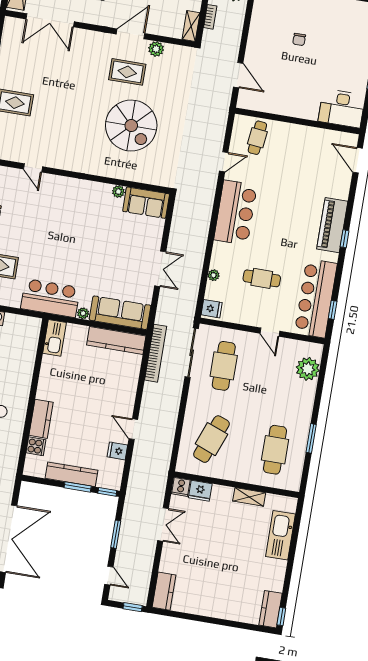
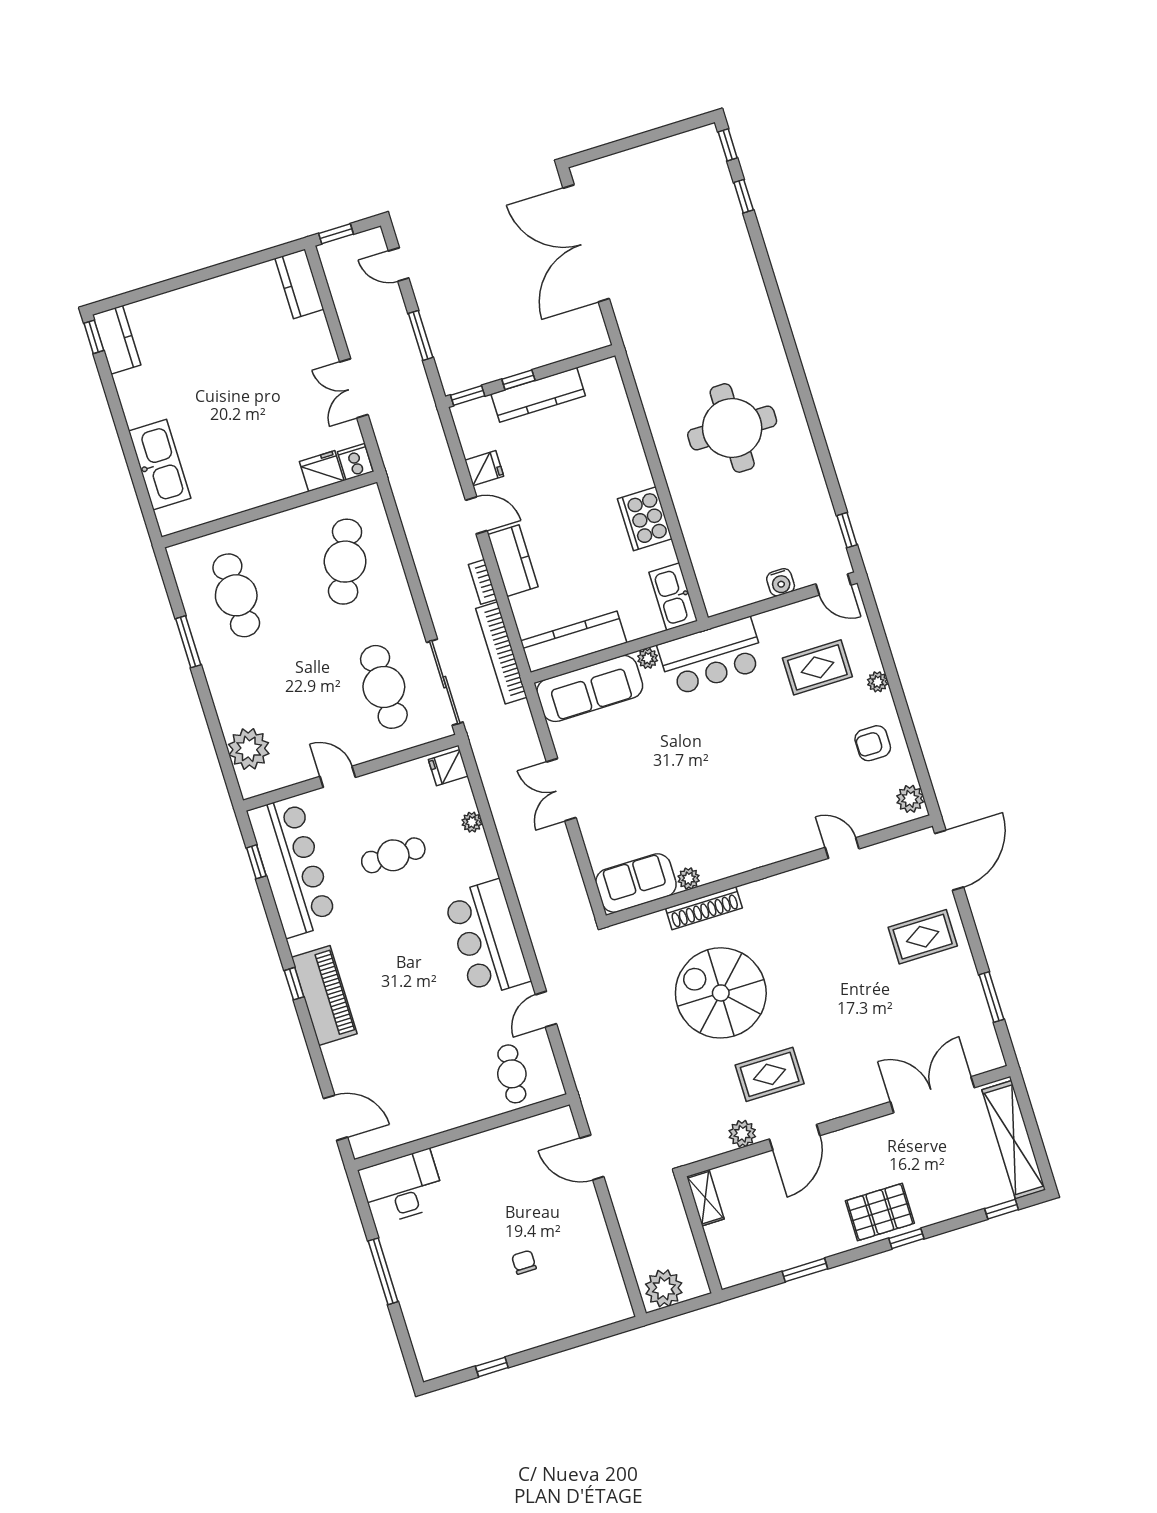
bookcase: (210, 17) -> (483, 582), moved
shoe rack: (118, 173) -> (704, 908), added
kitchen counter: (41, 419) -> (513, 561), moved, turned 180
cooker: (36, 446) -> (645, 519), moved, width x1.87, depth x1.31
window: (78, 487) -> (518, 380), width x0.67
shelving: (249, 497) -> (240, 500), removed

